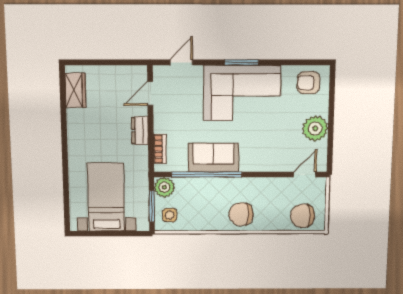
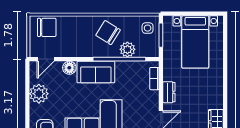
sofa: (213, 158) -> (96, 72), moved
floor lamp: (274, 163) -> (69, 68), added
plant: (164, 187) -> (127, 49), moved
chair: (241, 214) -> (108, 33), moved, turned -148

